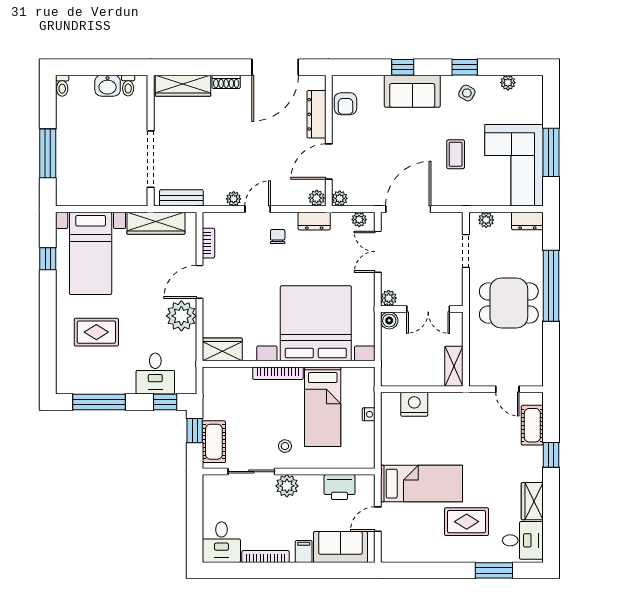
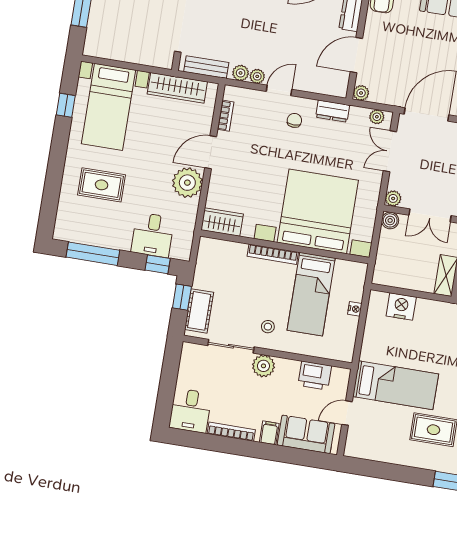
plant: (317, 198) -> (241, 73), moved

